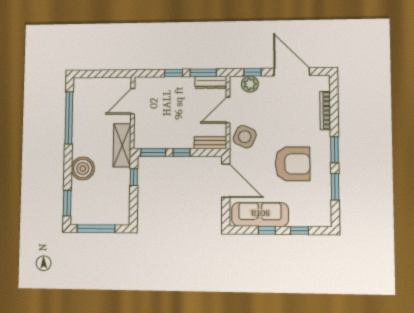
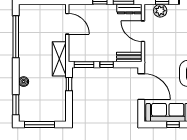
door: (133, 101) -> (67, 24), swing flipped
door: (228, 110) -> (143, 31), hinge flipped
side table: (245, 137) -> (156, 52), removed
boiler: (83, 169) -> (24, 82), width x0.54, depth x0.54

